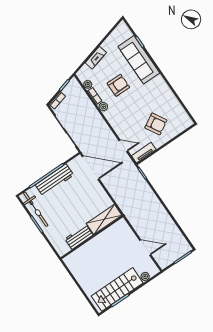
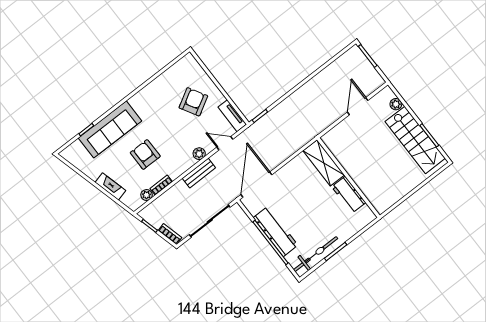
plant: (103, 107) -> (199, 154), moved
bench: (102, 125) -> (199, 173), added
door: (123, 146) -> (225, 143), hinge flipped

